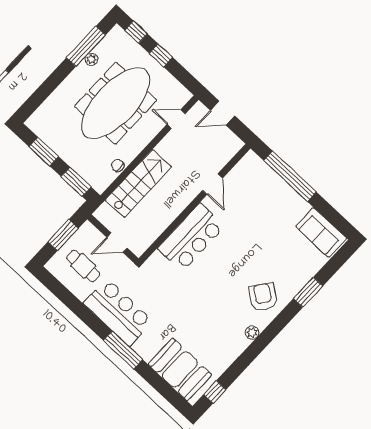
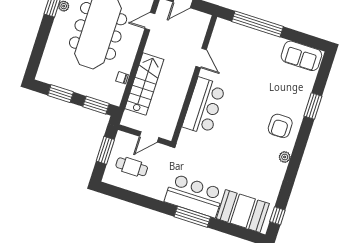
armchair: (263, 297) -> (280, 126), turned -126
bar counter: (118, 312) -> (194, 196), moved

